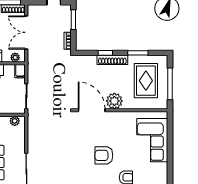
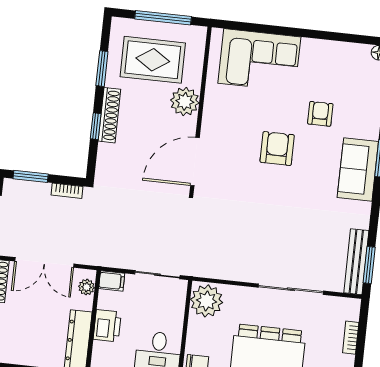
plant: (114, 101) -> (185, 101), moved
plant: (15, 121) -> (207, 301), width x1.87, depth x1.87
armchair: (104, 155) -> (277, 149), turned 180

